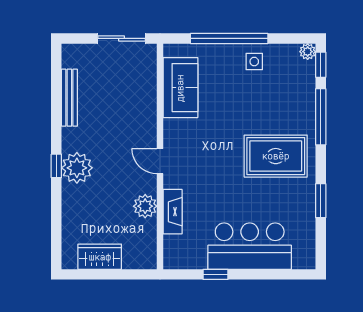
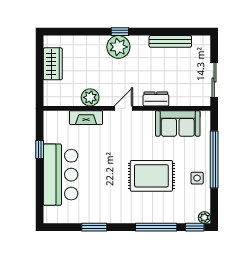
dresser: (147, 117) -> (156, 99), added
rug: (276, 156) -> (151, 176), moved, turned 90

